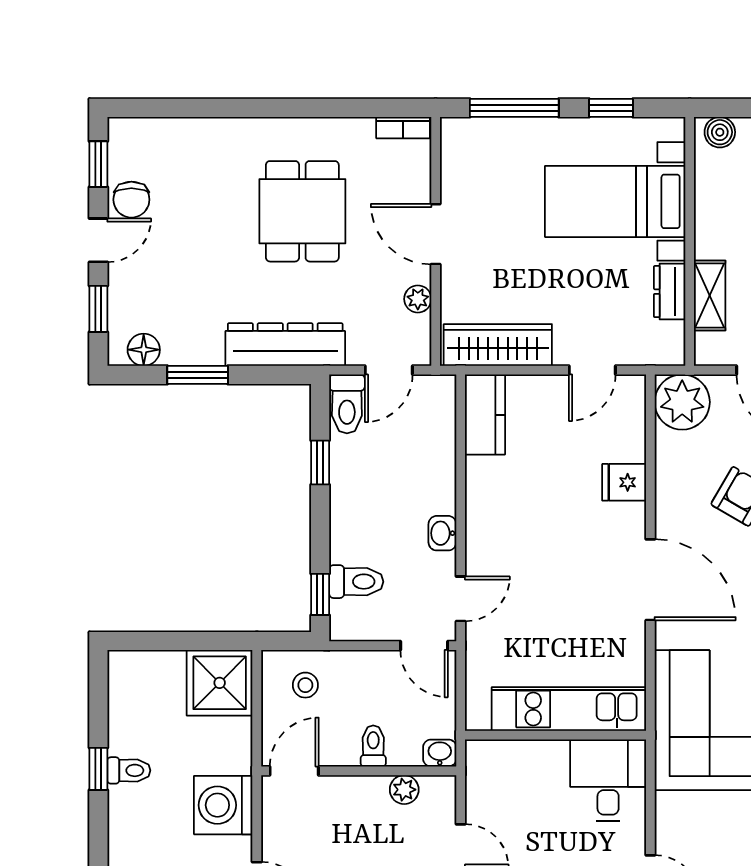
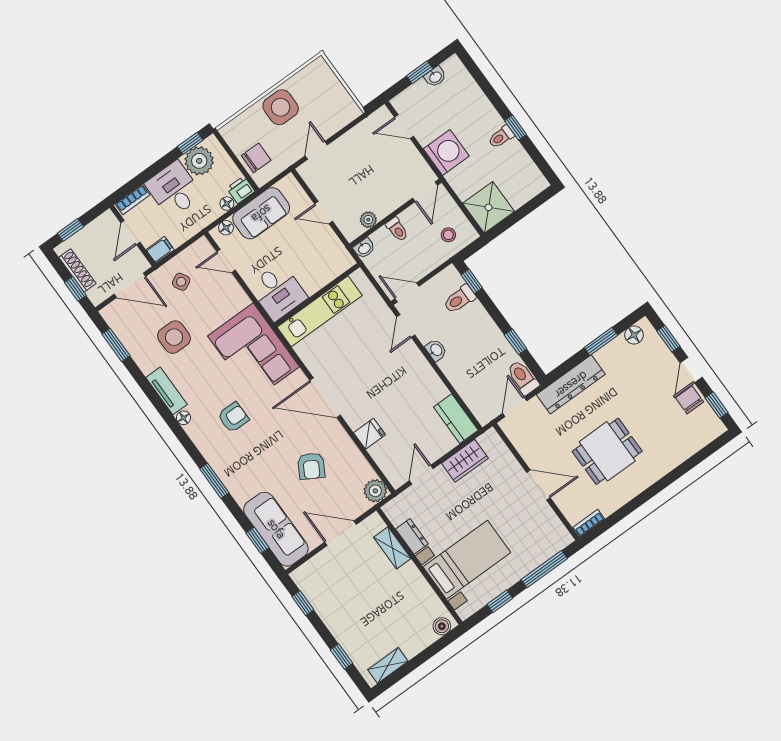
dining table: (302, 211) -> (607, 451), turned 90
plant: (418, 299) -> (525, 449), removed
wardrobe: (498, 345) -> (465, 461), width x0.67
plant: (682, 402) -> (375, 491), width x0.73, depth x0.73

